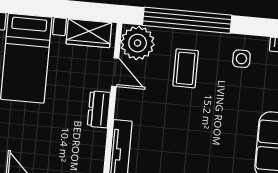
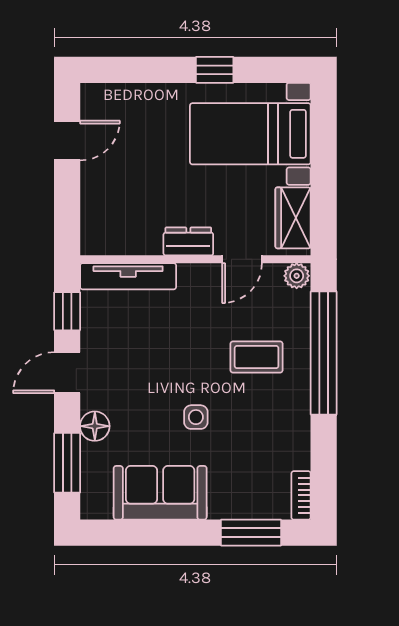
plant: (138, 43) -> (297, 276), width x0.53, depth x0.53
side table: (241, 59) -> (196, 417), moved

